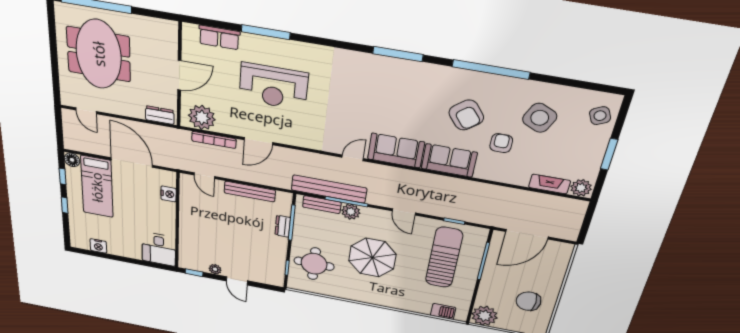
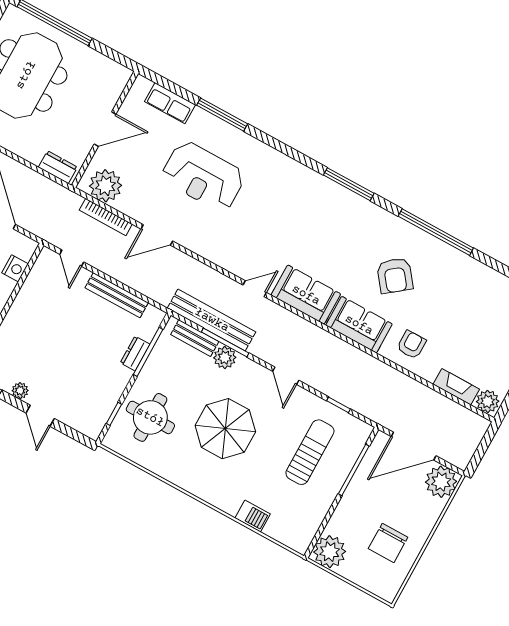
side table: (540, 118) -> (468, 303), removed
armchair: (501, 143) -> (411, 345), moved
plant: (558, 253) -> (441, 482), added
sun lounger: (444, 258) -> (310, 452), width x0.73, depth x0.75
chair: (528, 301) -> (388, 543), turned -91
barbecue: (443, 312) -> (253, 516), moved

